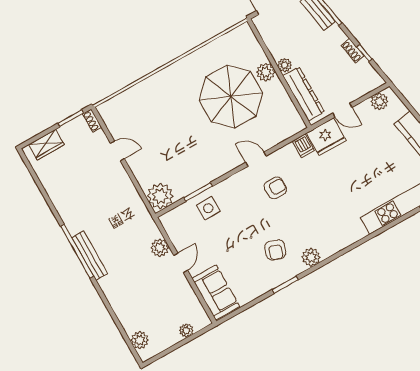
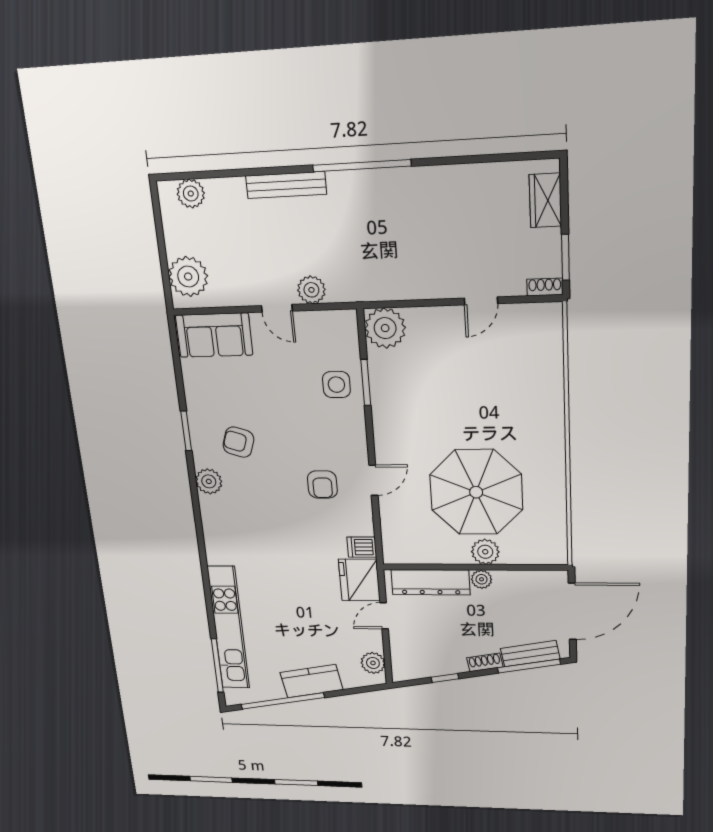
shoe rack: (353, 51) -> (485, 662), moved
bench: (90, 256) -> (286, 185), moved
plant: (186, 330) -> (188, 277), width x1.87, depth x1.87

